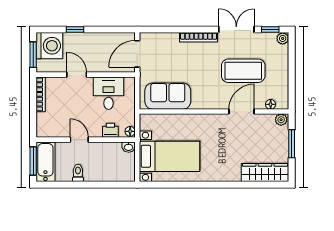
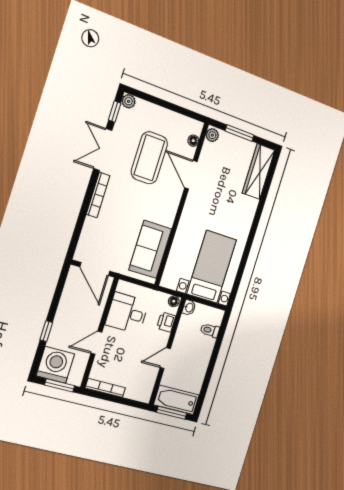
toilet: (78, 173) -> (210, 330), moved

